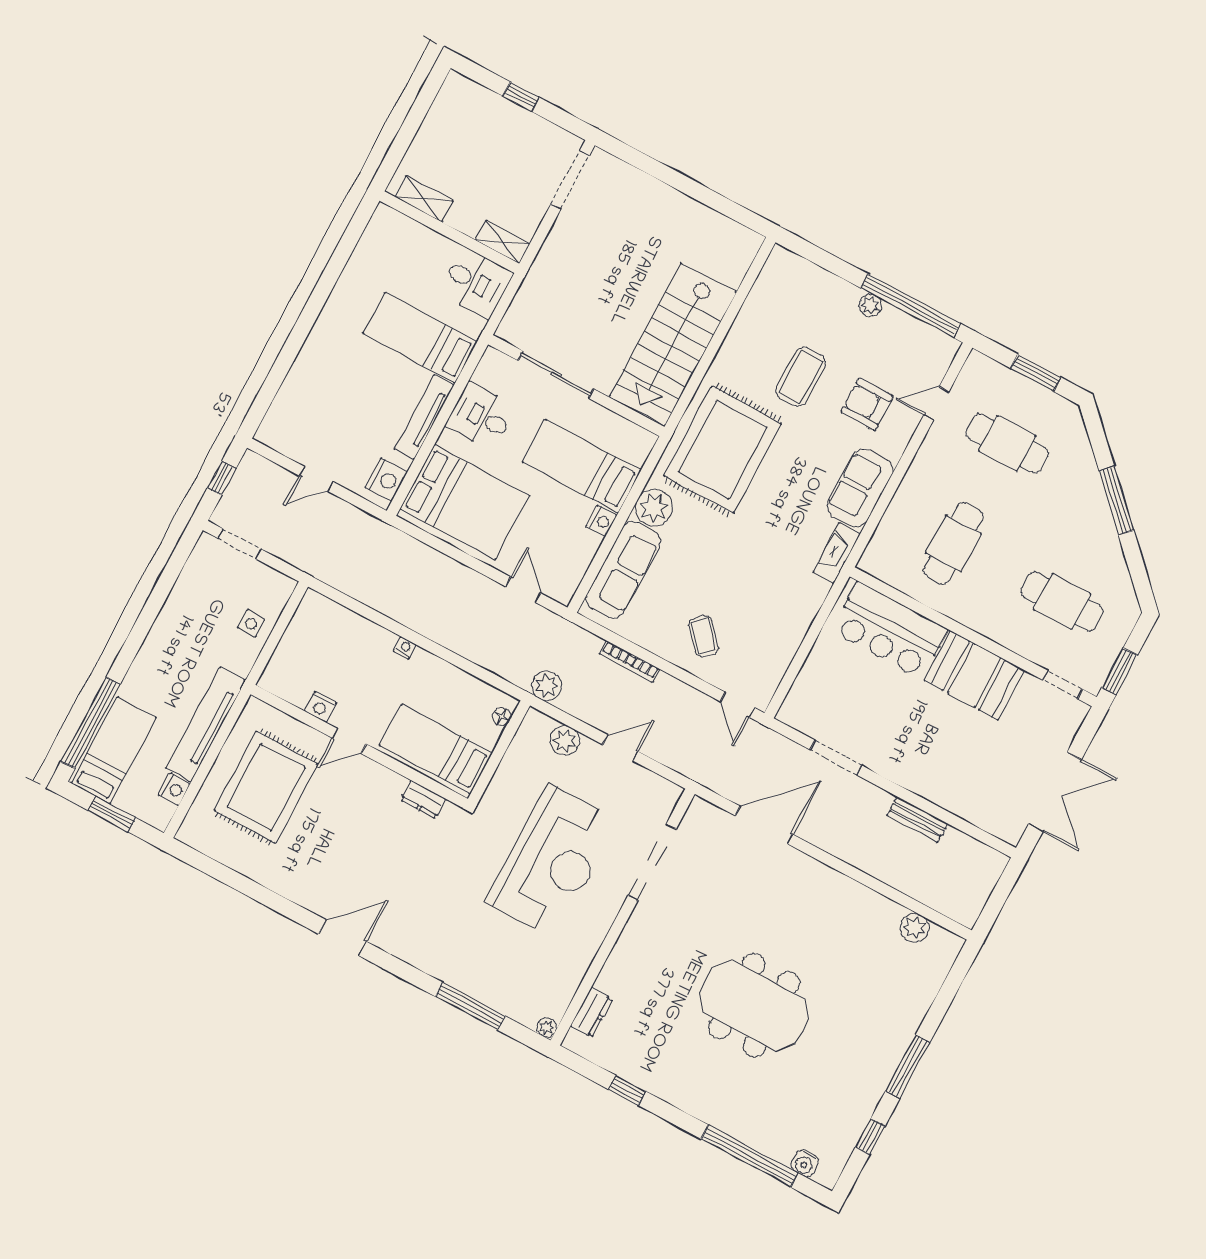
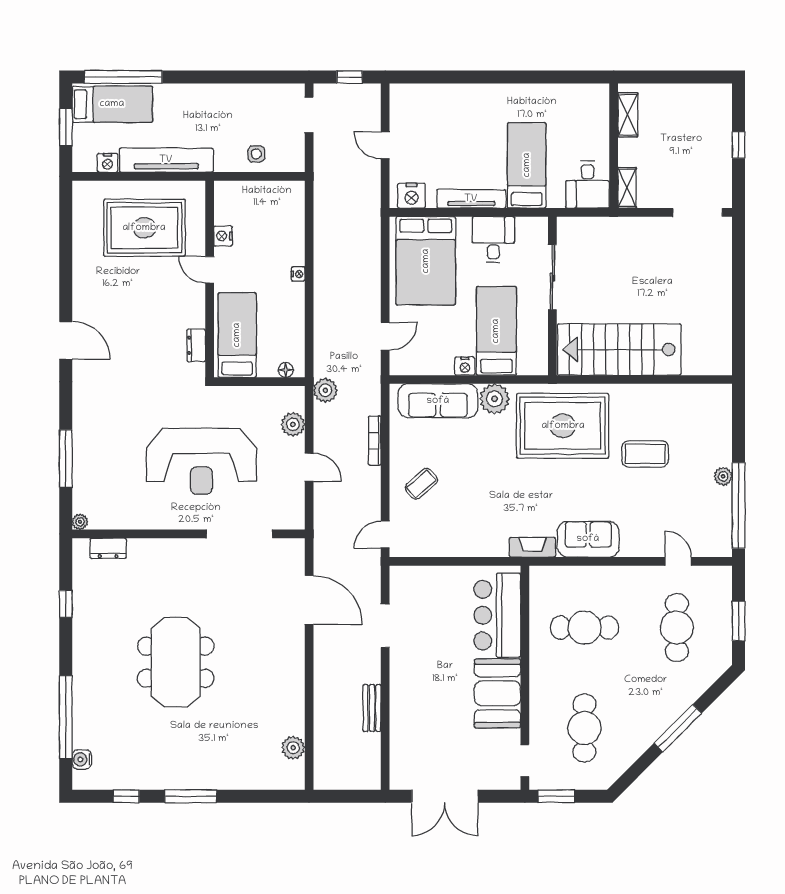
armchair: (867, 404) -> (651, 512), removed

